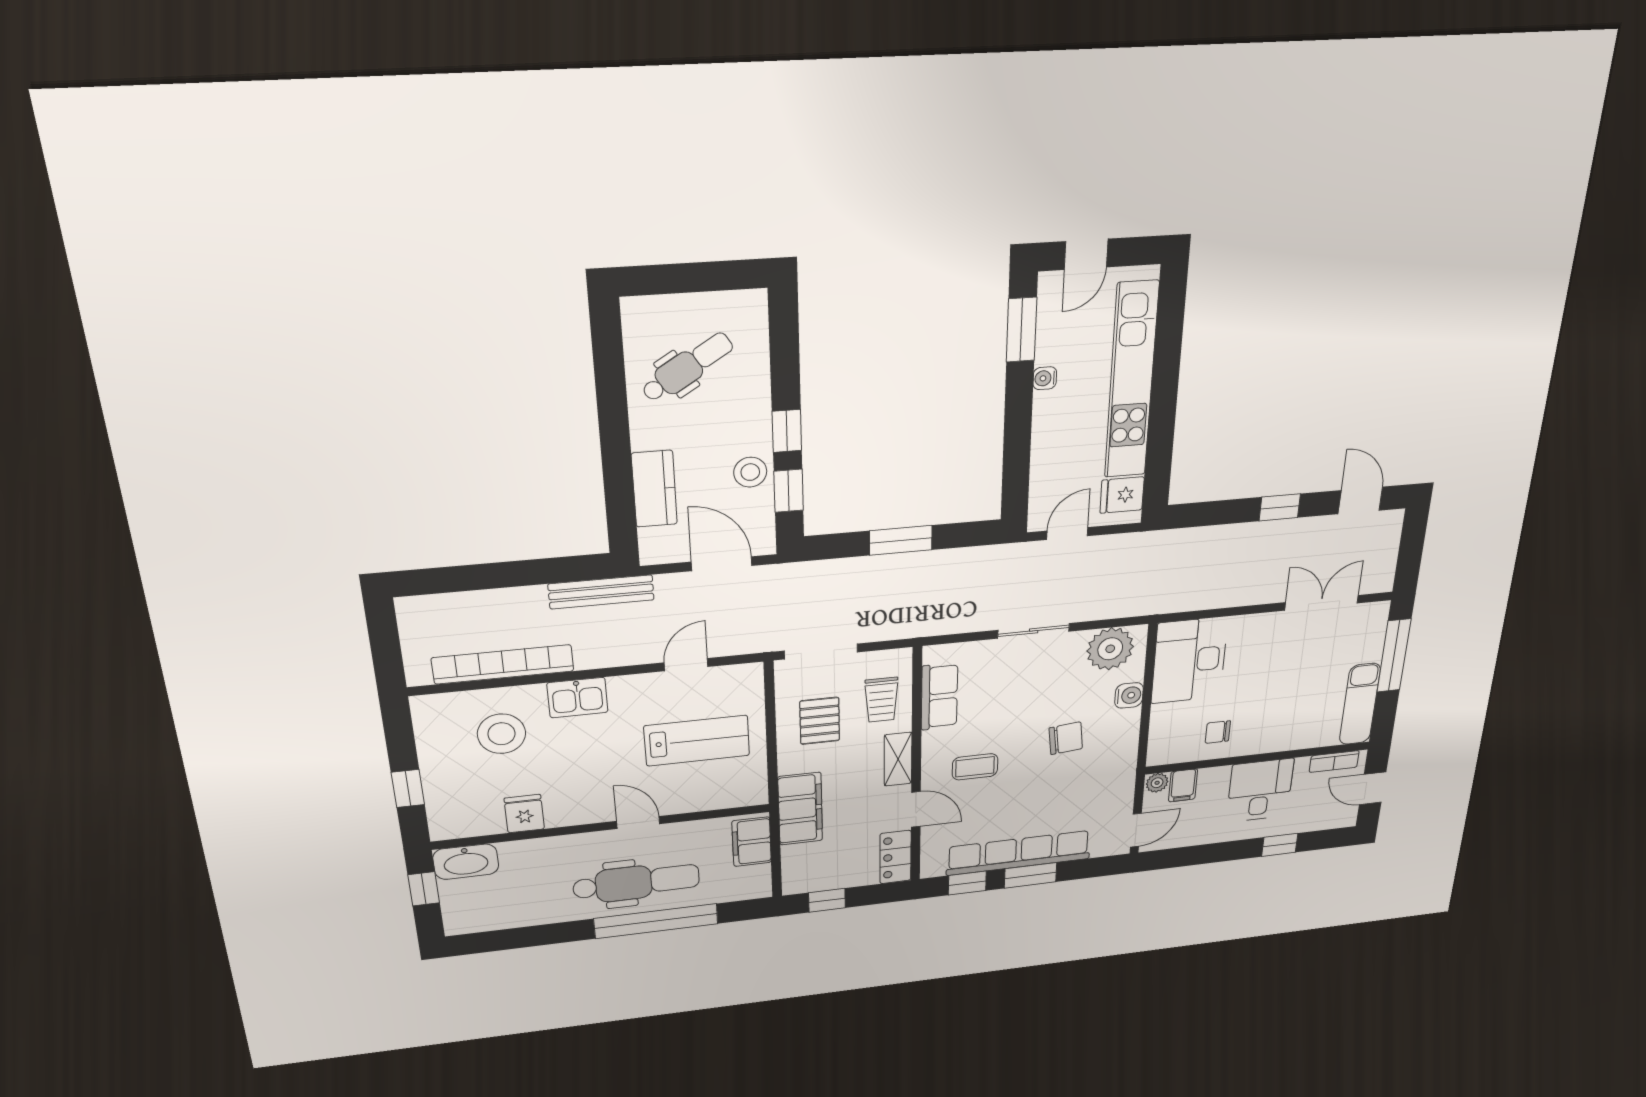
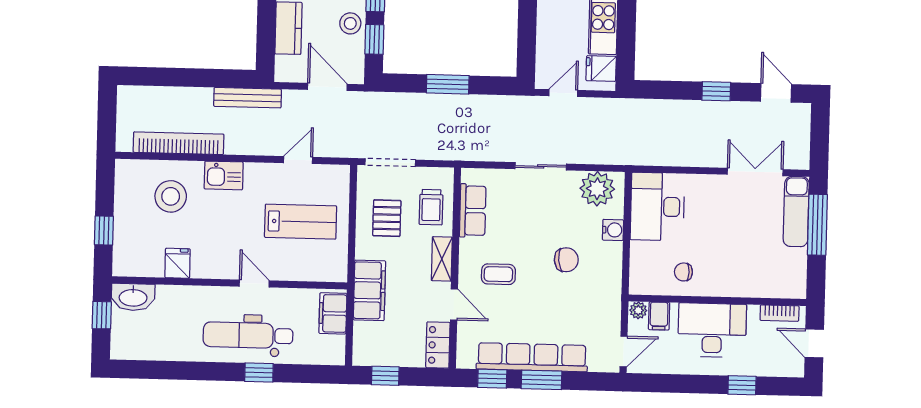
exam couch: (1360, 704) -> (796, 212), moved
desk: (1260, 790) -> (712, 330), width x1.37
dental chair: (636, 882) -> (248, 335), turned 180
window: (656, 921) -> (259, 373), width x0.32

